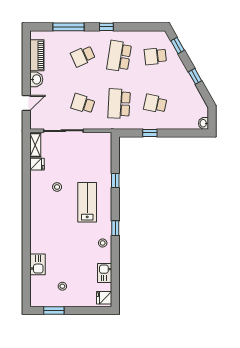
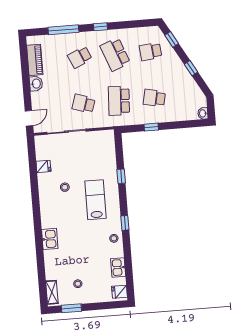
school desk: (119, 56) -> (115, 54), turned -30
door: (26, 103) -> (29, 118), moved
shelving: (35, 145) -> (52, 292), moved
kitchen sink: (37, 264) -> (50, 239), moved

